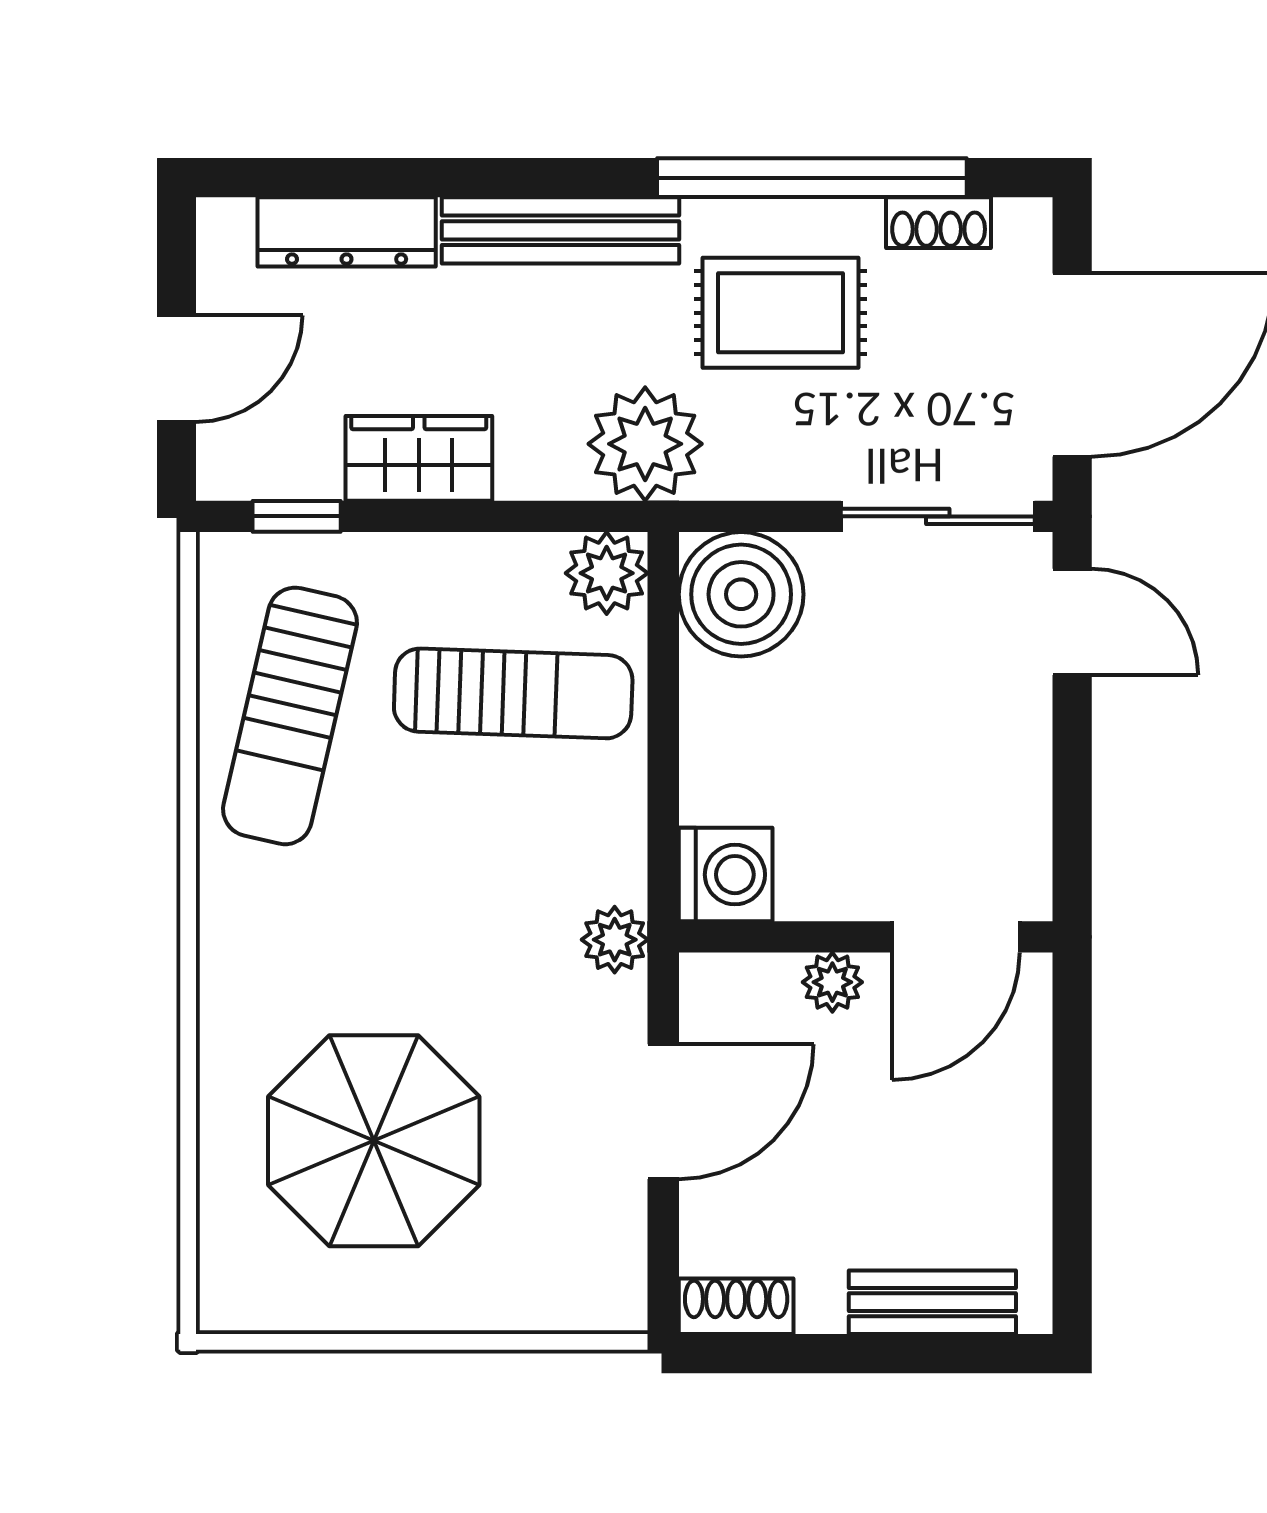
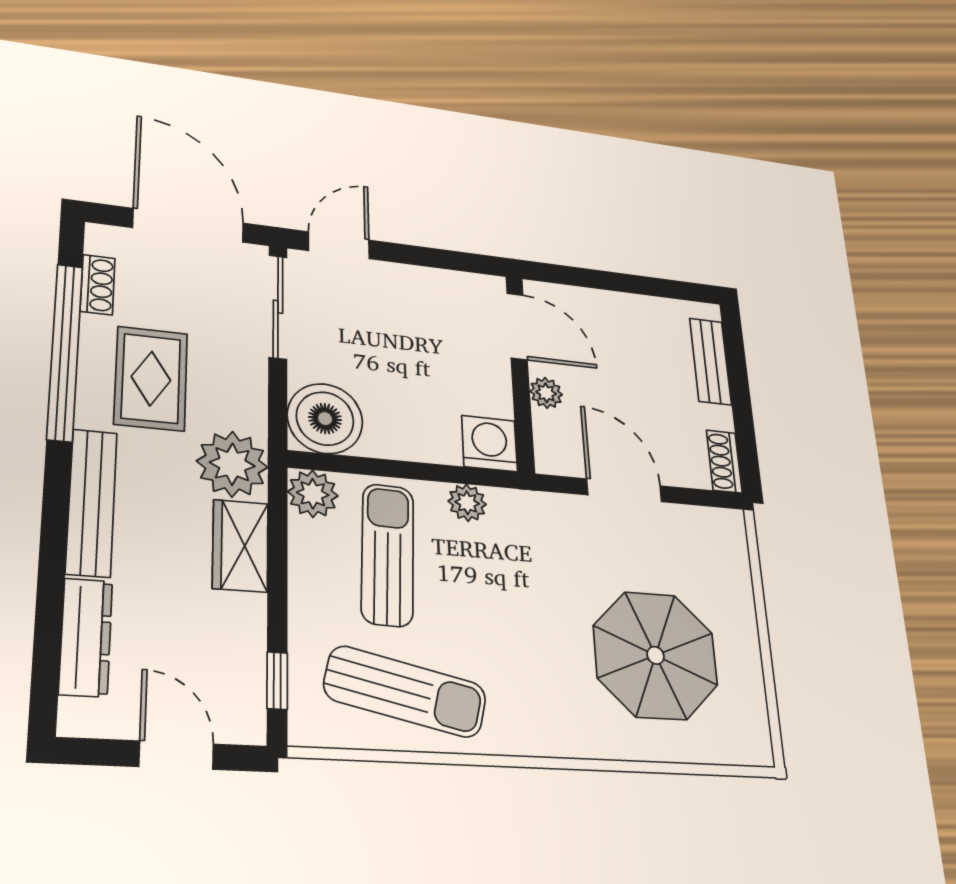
wardrobe: (419, 458) -> (240, 546), moved
plant: (615, 940) -> (467, 503), moved

